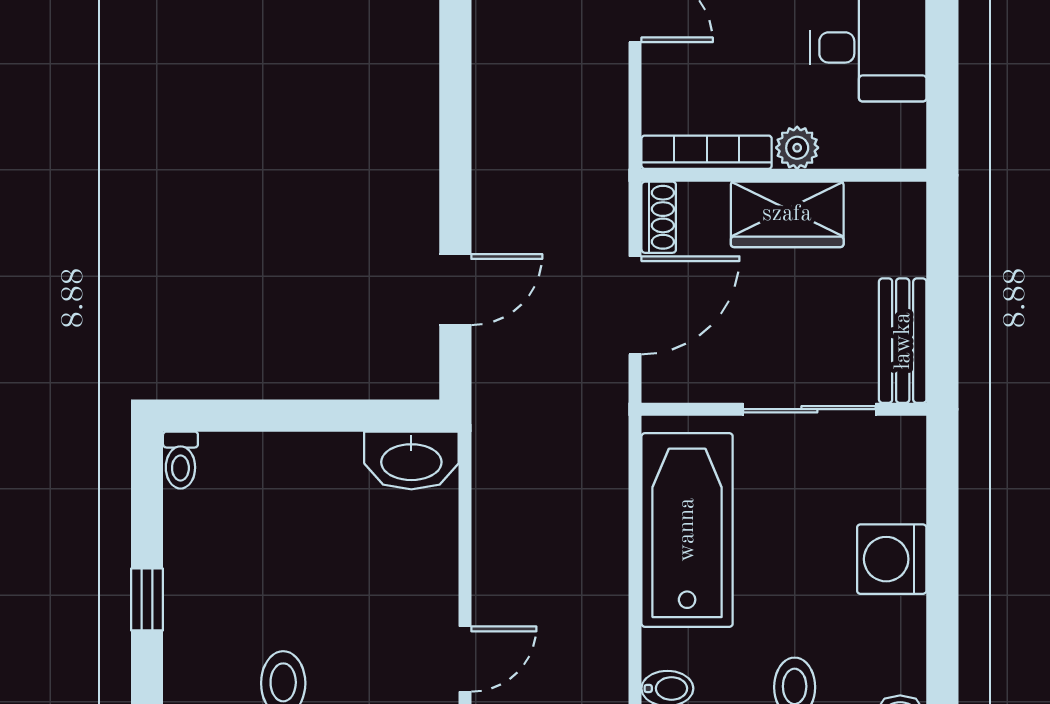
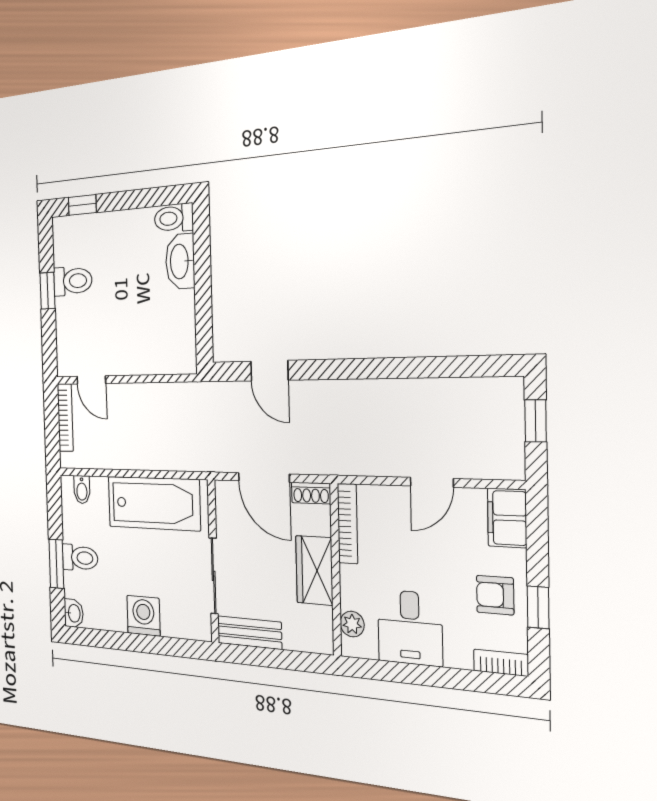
plant: (797, 148) -> (352, 624), moved
toilet: (180, 460) -> (174, 218), width x1.37, depth x1.39
washbasin: (411, 460) -> (180, 261), moved
window: (147, 599) -> (82, 205), moved

